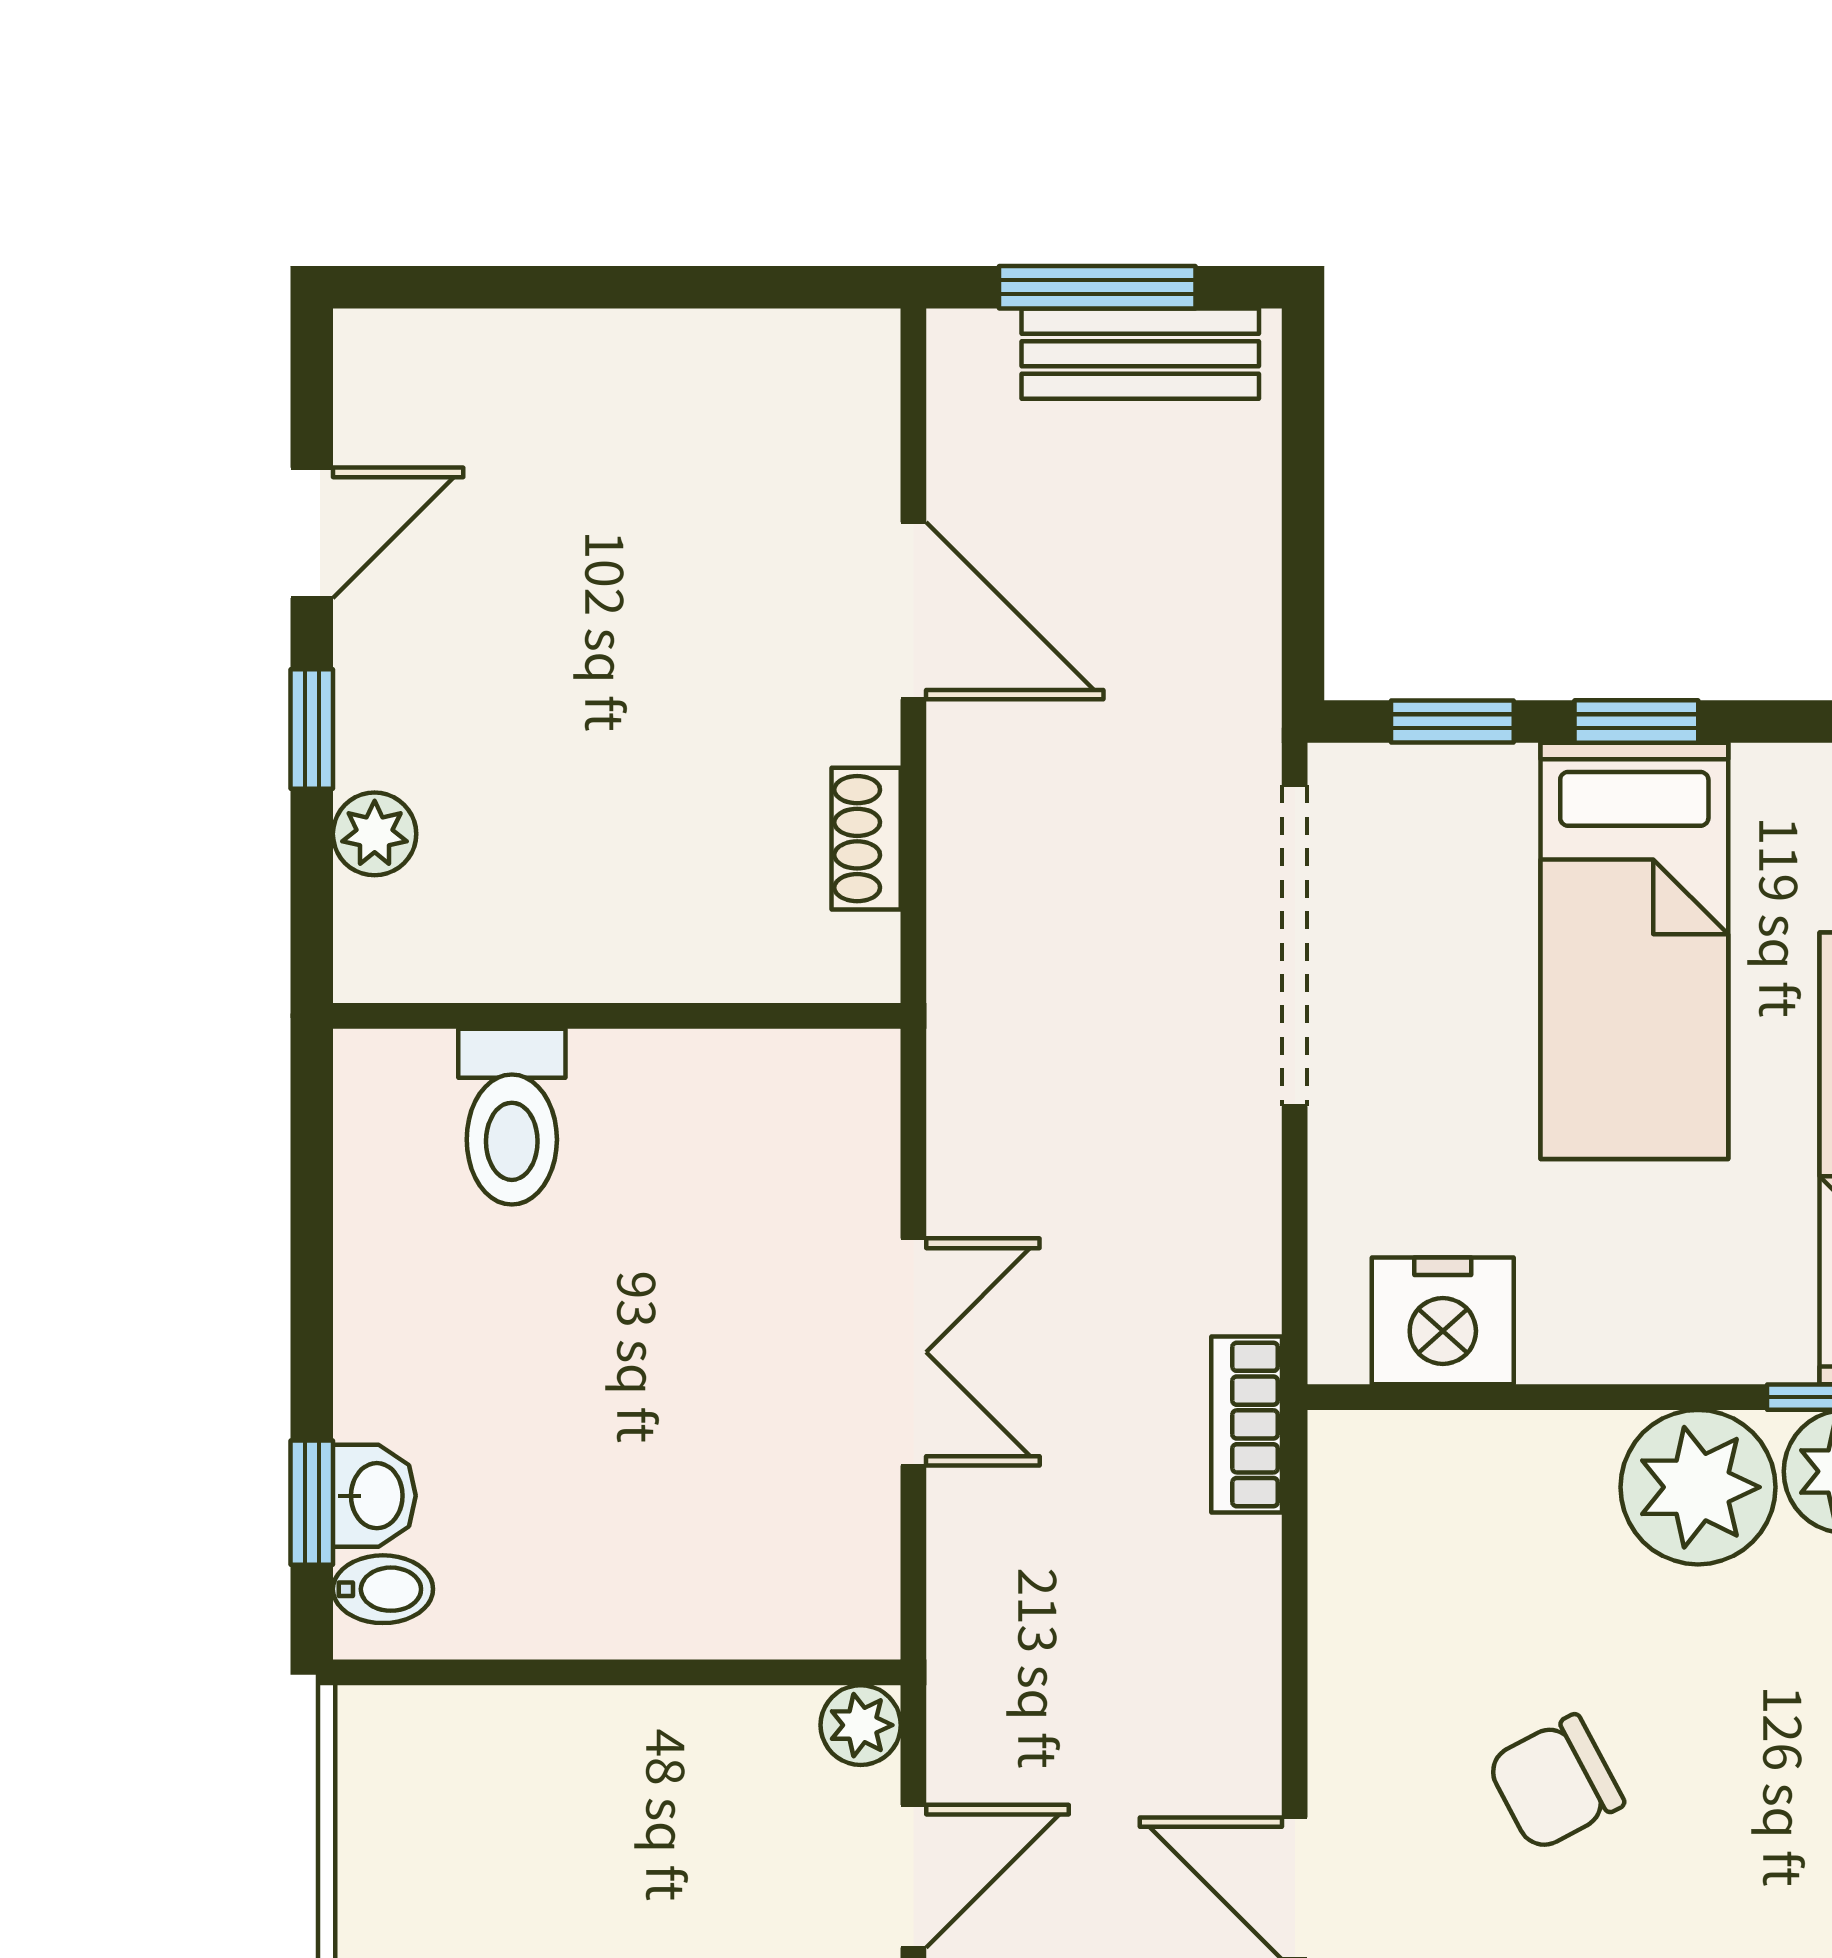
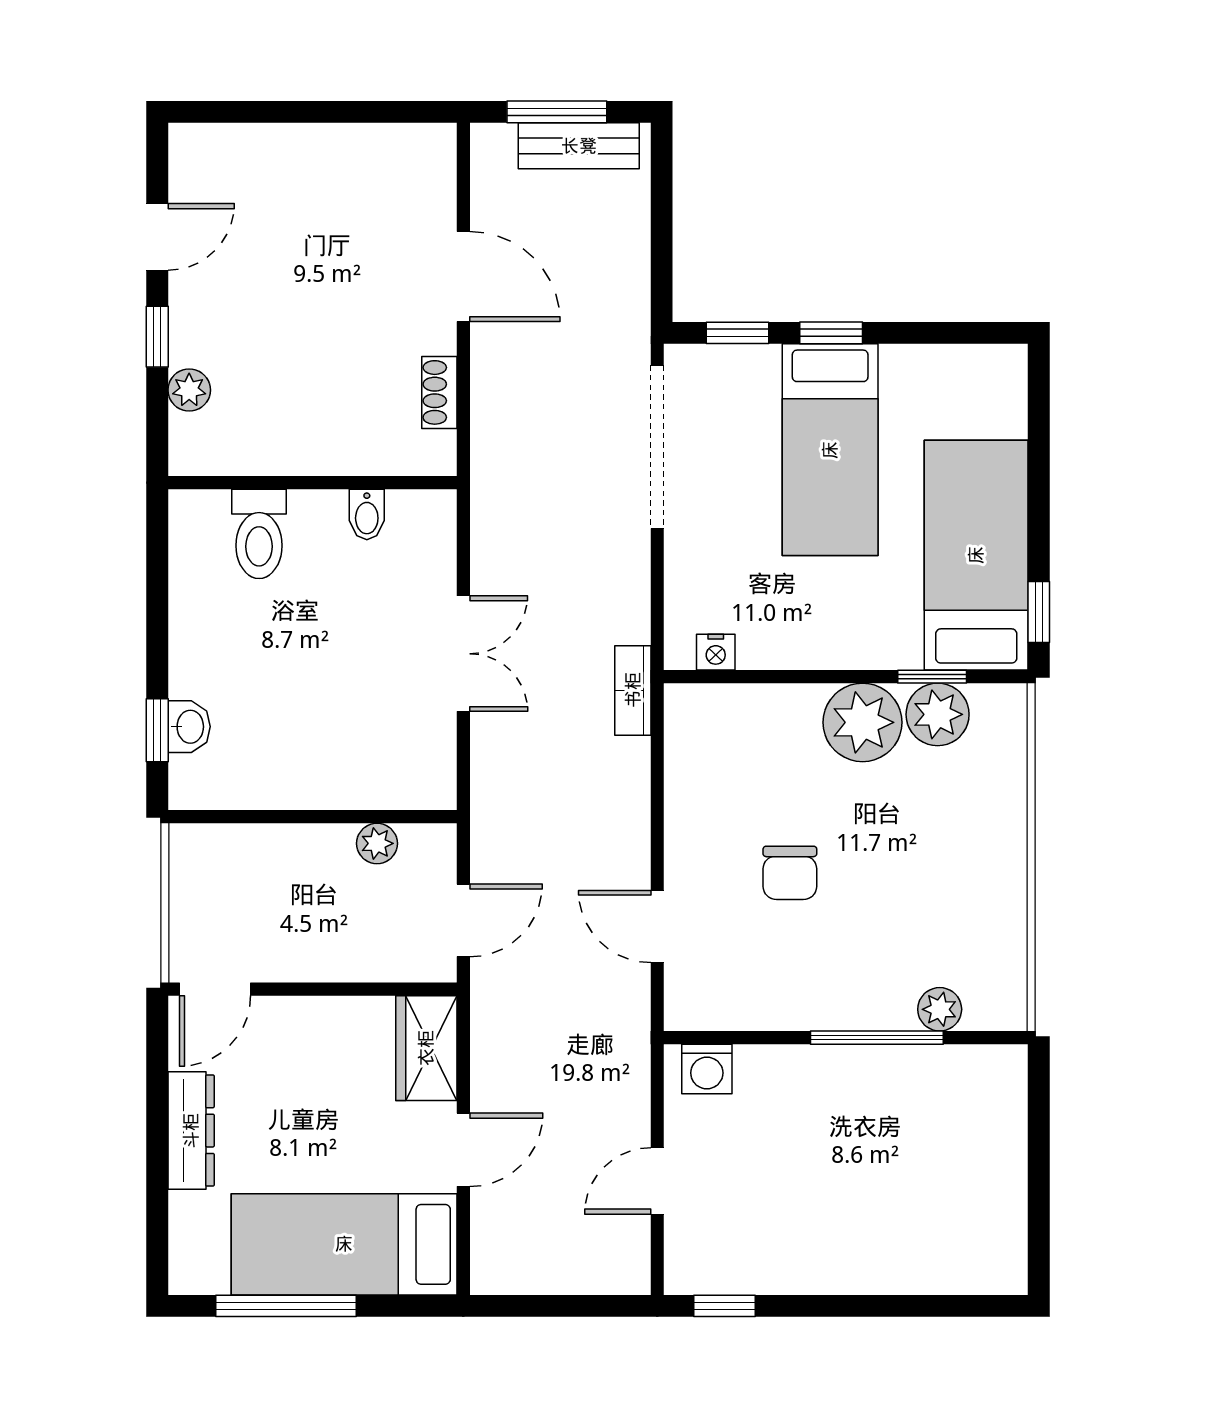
nightstand: (1443, 1321) -> (716, 652), width x0.53, depth x0.56
bidet: (383, 1589) -> (367, 514), moved, turned 90
plant: (861, 1725) -> (377, 843), moved
chair: (1555, 1783) -> (790, 873), turned -62

